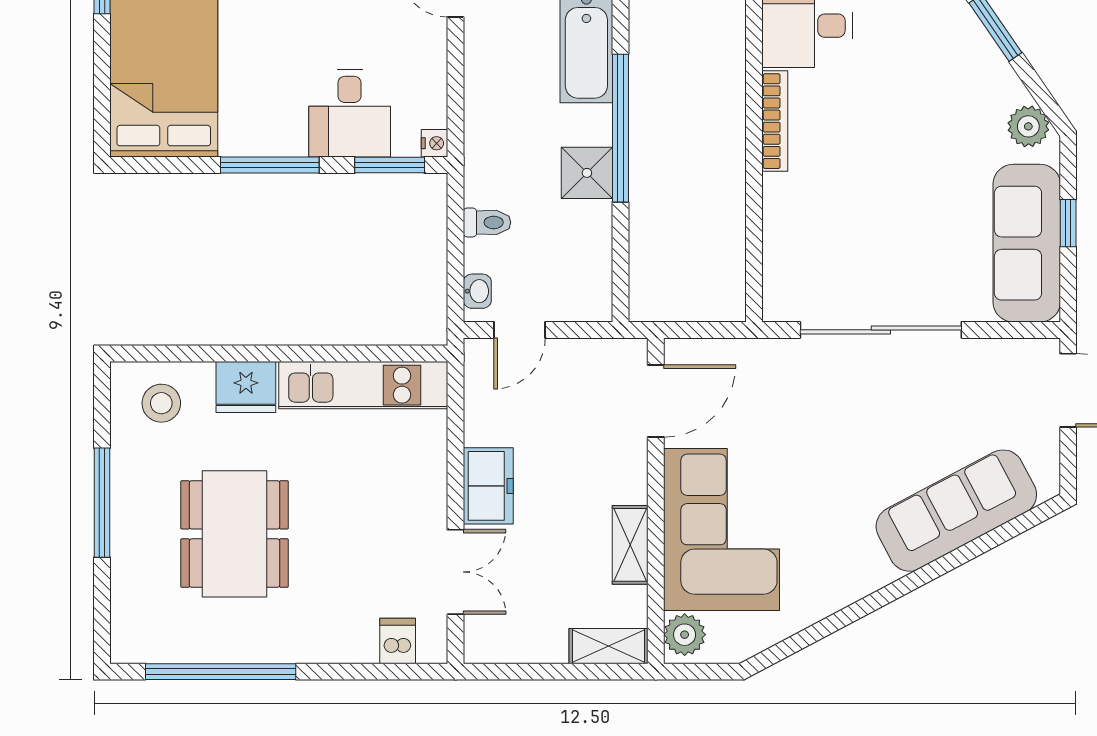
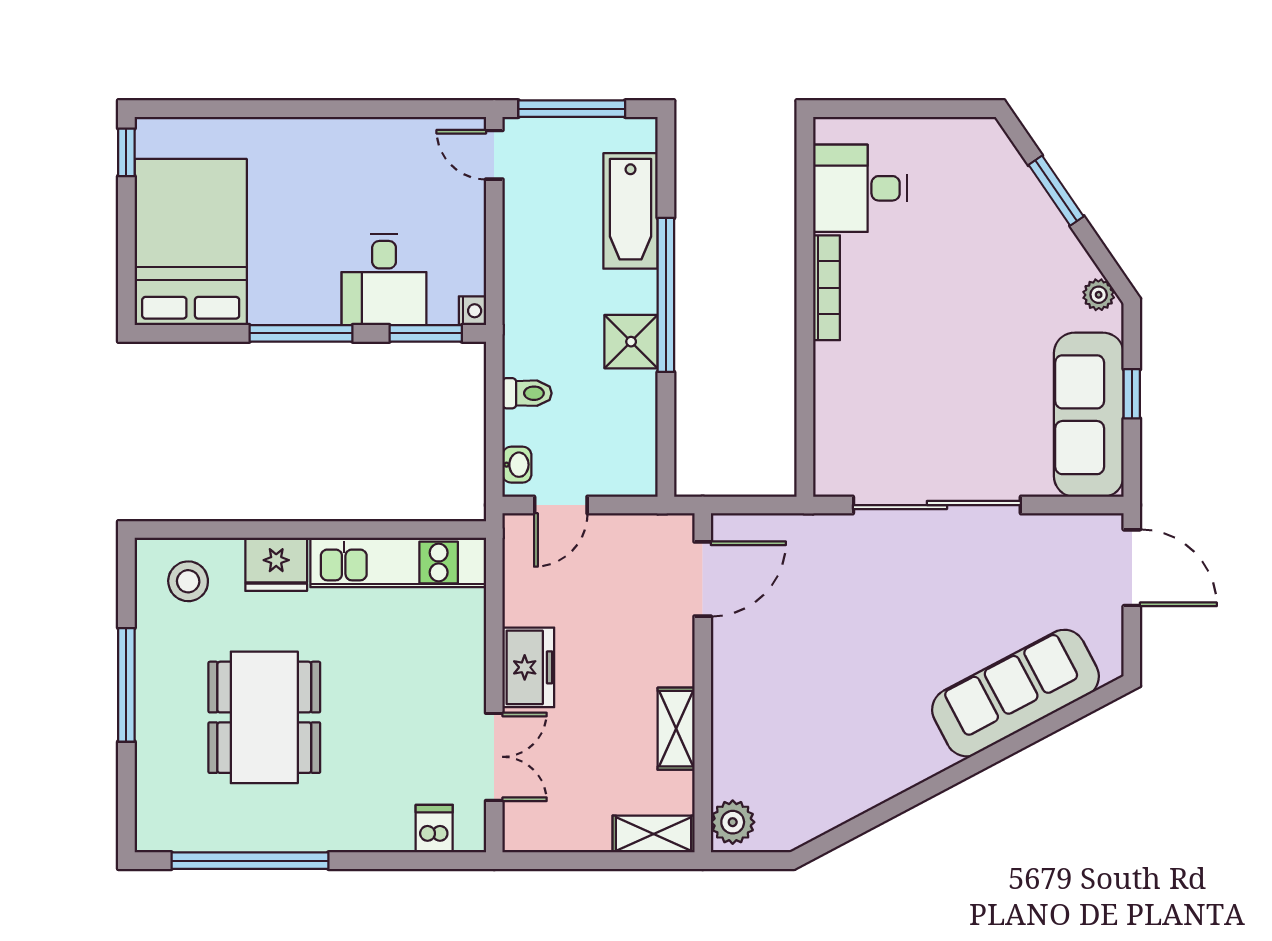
plant: (1028, 126) -> (1099, 295), width x0.73, depth x0.73
corner sofa: (721, 529) -> (771, 713), removed

